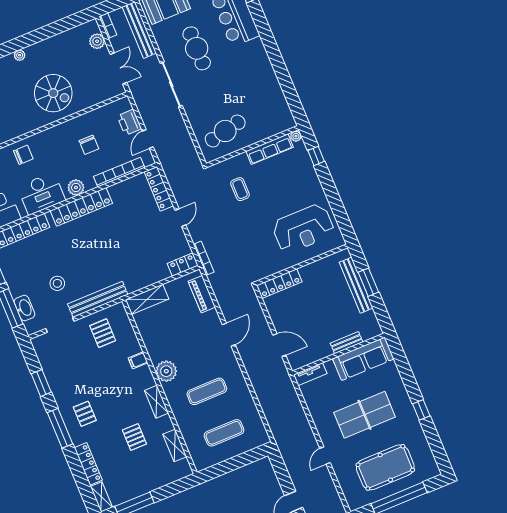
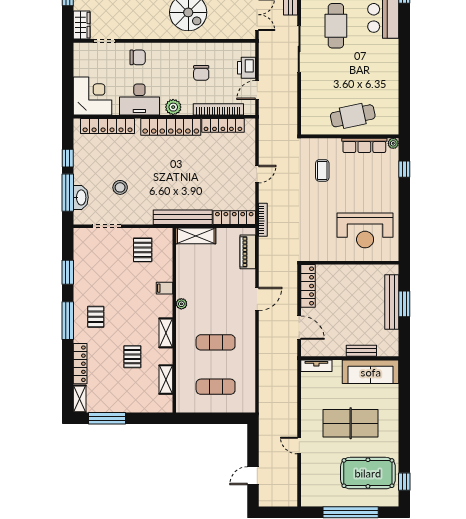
cafe table: (225, 131) -> (353, 116), moved
locker: (159, 189) -> (223, 125), moved, turned -90
locker: (183, 264) -> (234, 218), width x1.53
locker: (279, 284) -> (308, 286), moved, turned -90
bench: (98, 299) -> (183, 217), moved
plant: (166, 371) -> (181, 304), width x0.53, depth x0.53
window: (421, 410) -> (404, 482), moved
door: (325, 455) -> (299, 446), hinge flipped
pool table: (385, 467) -> (368, 473), moved

